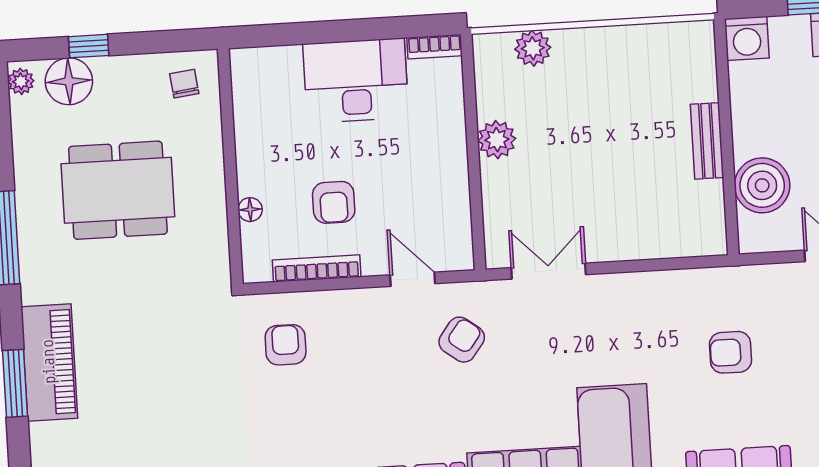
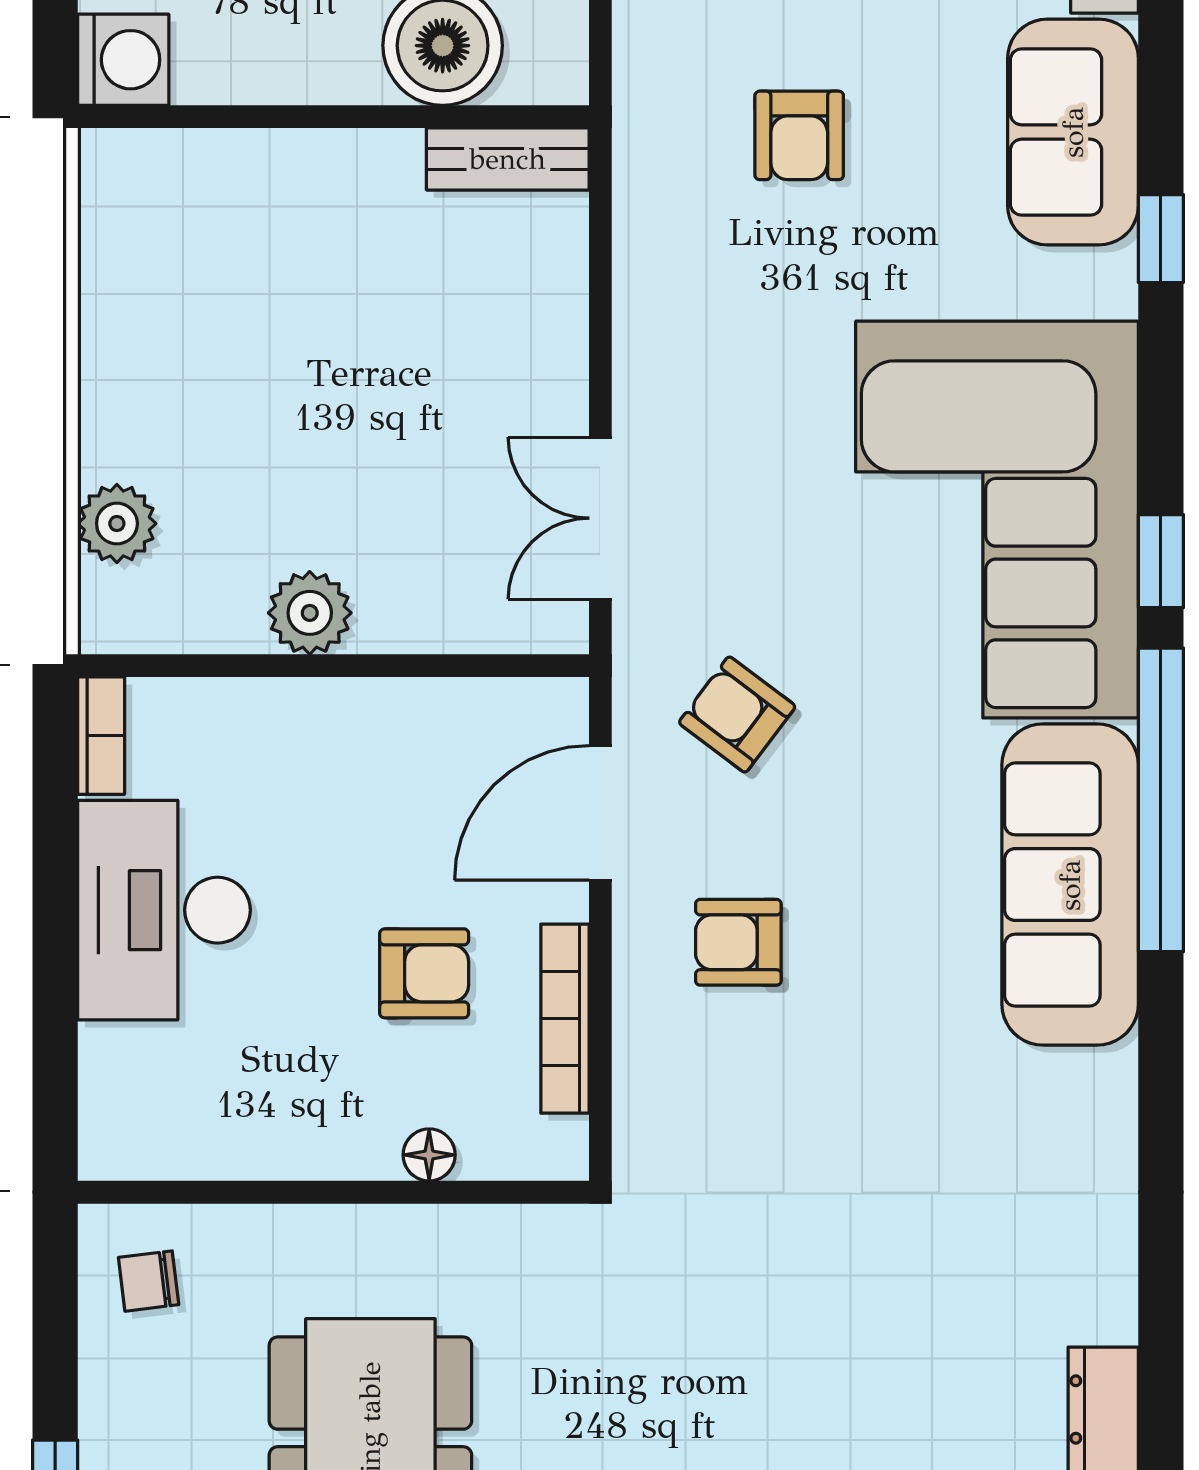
bench: (707, 141) -> (508, 159), moved
door: (413, 279) -> (600, 813), width x1.38
armchair: (286, 345) -> (738, 942), moved

